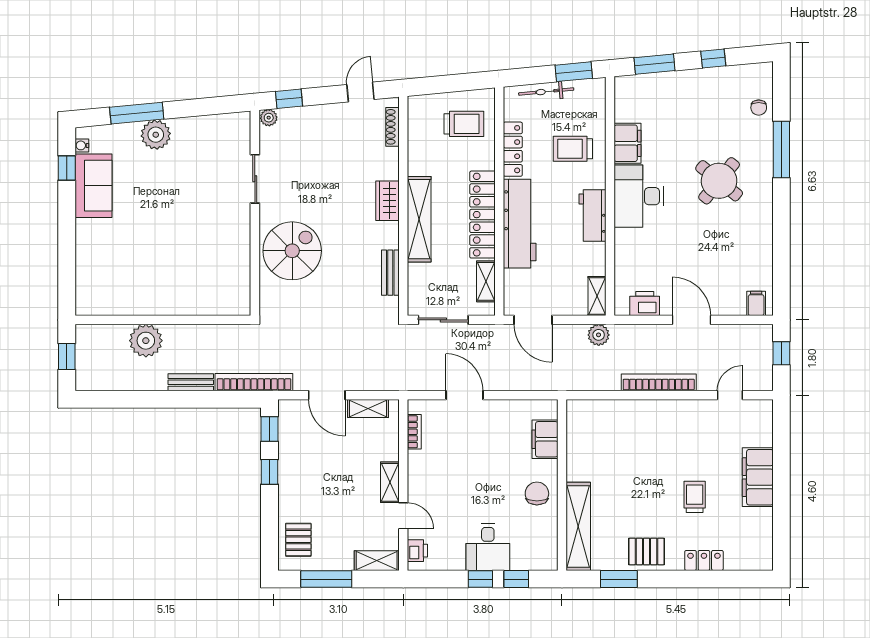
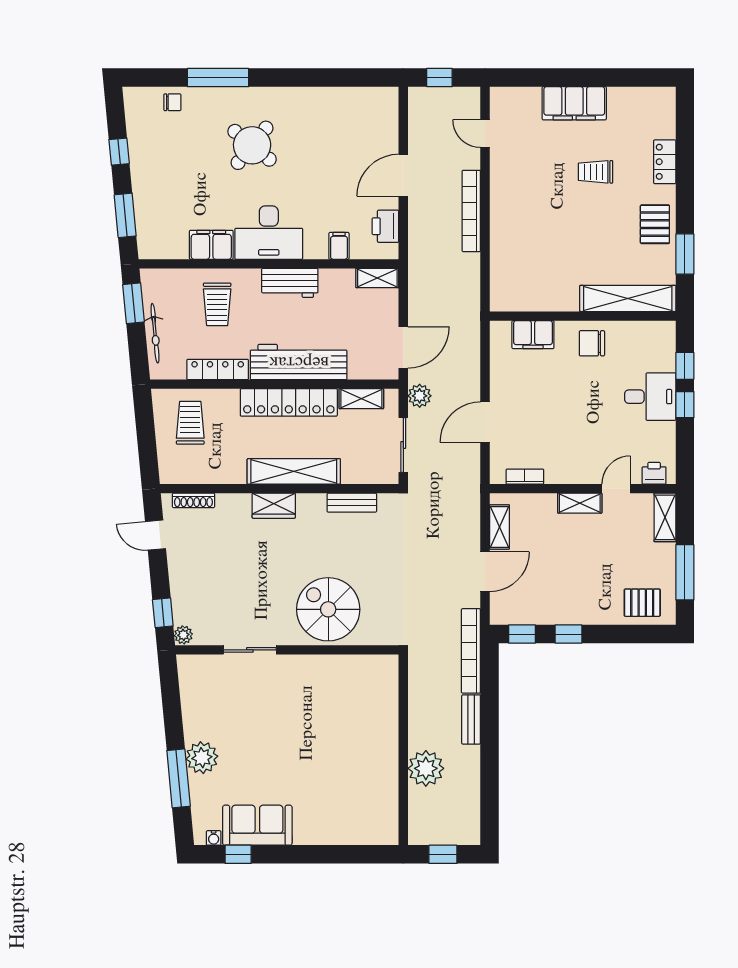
filing cabinet: (756, 303) -> (339, 246), moved, turned 90
plant: (599, 335) -> (420, 396), moved

